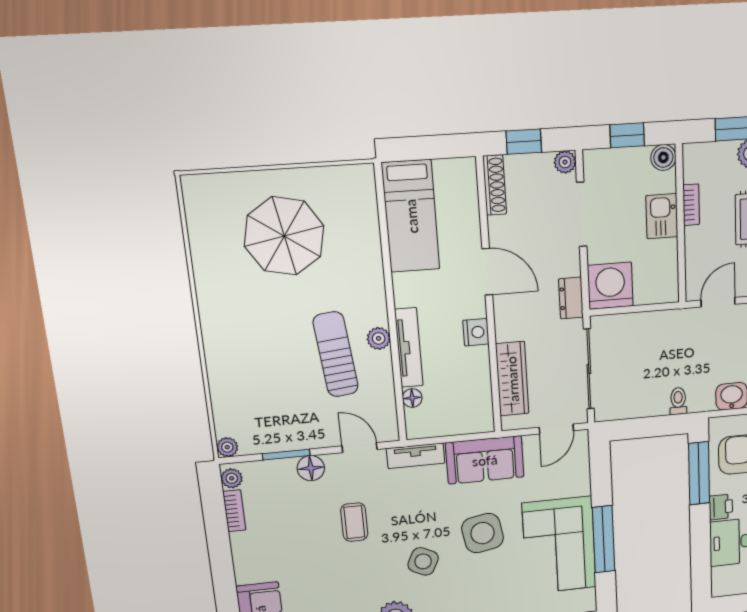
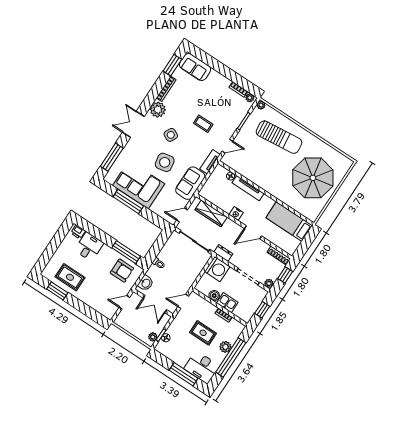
boiler: (663, 157) -> (214, 296), moved
parasol: (284, 236) -> (313, 178), width x1.36, depth x1.36
door: (718, 302) -> (183, 301), swing flipped
plant: (379, 338) -> (258, 181), removed
sun lounger: (336, 354) -> (279, 137), moved, width x1.36, depth x1.34
door: (556, 429) -> (182, 215), hinge flipped
floor lamp: (311, 468) -> (233, 125), removed
printer: (721, 507) -> (78, 232), moved

